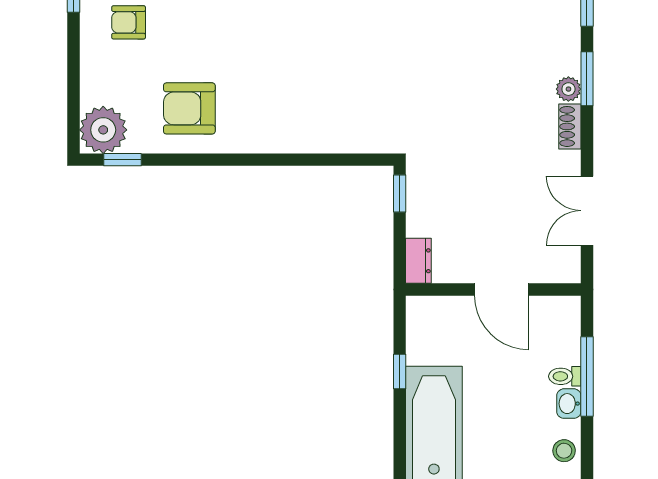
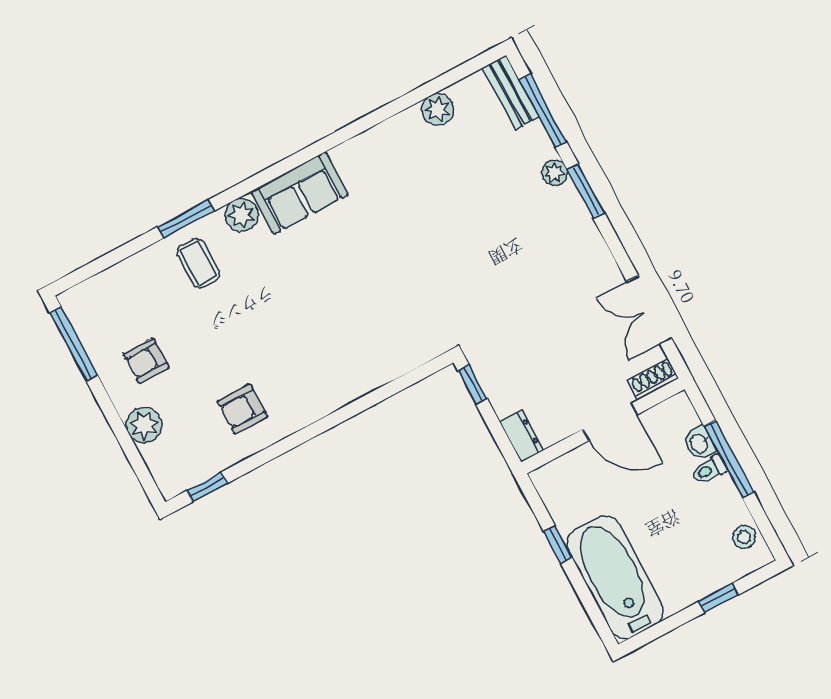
plant: (568, 89) -> (555, 173), moved
armchair: (189, 108) -> (242, 409), width x0.72, depth x0.72
shoe rack: (570, 126) -> (653, 379), moved, turned 90
plant: (103, 130) -> (144, 425), moved, width x0.73, depth x0.73
washbasin: (569, 404) -> (699, 443), moved

